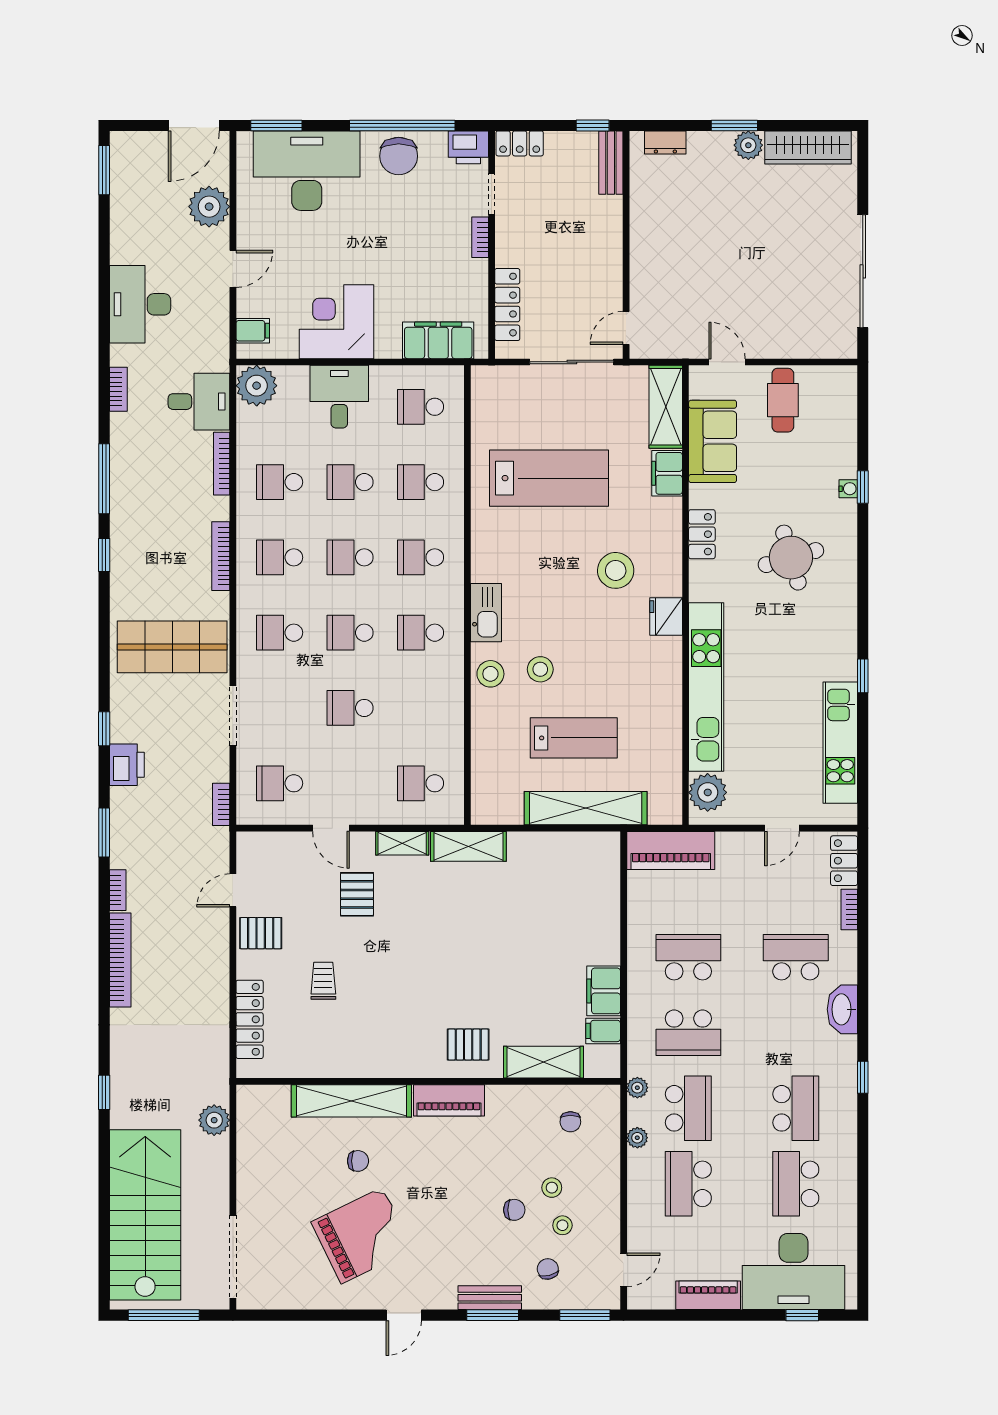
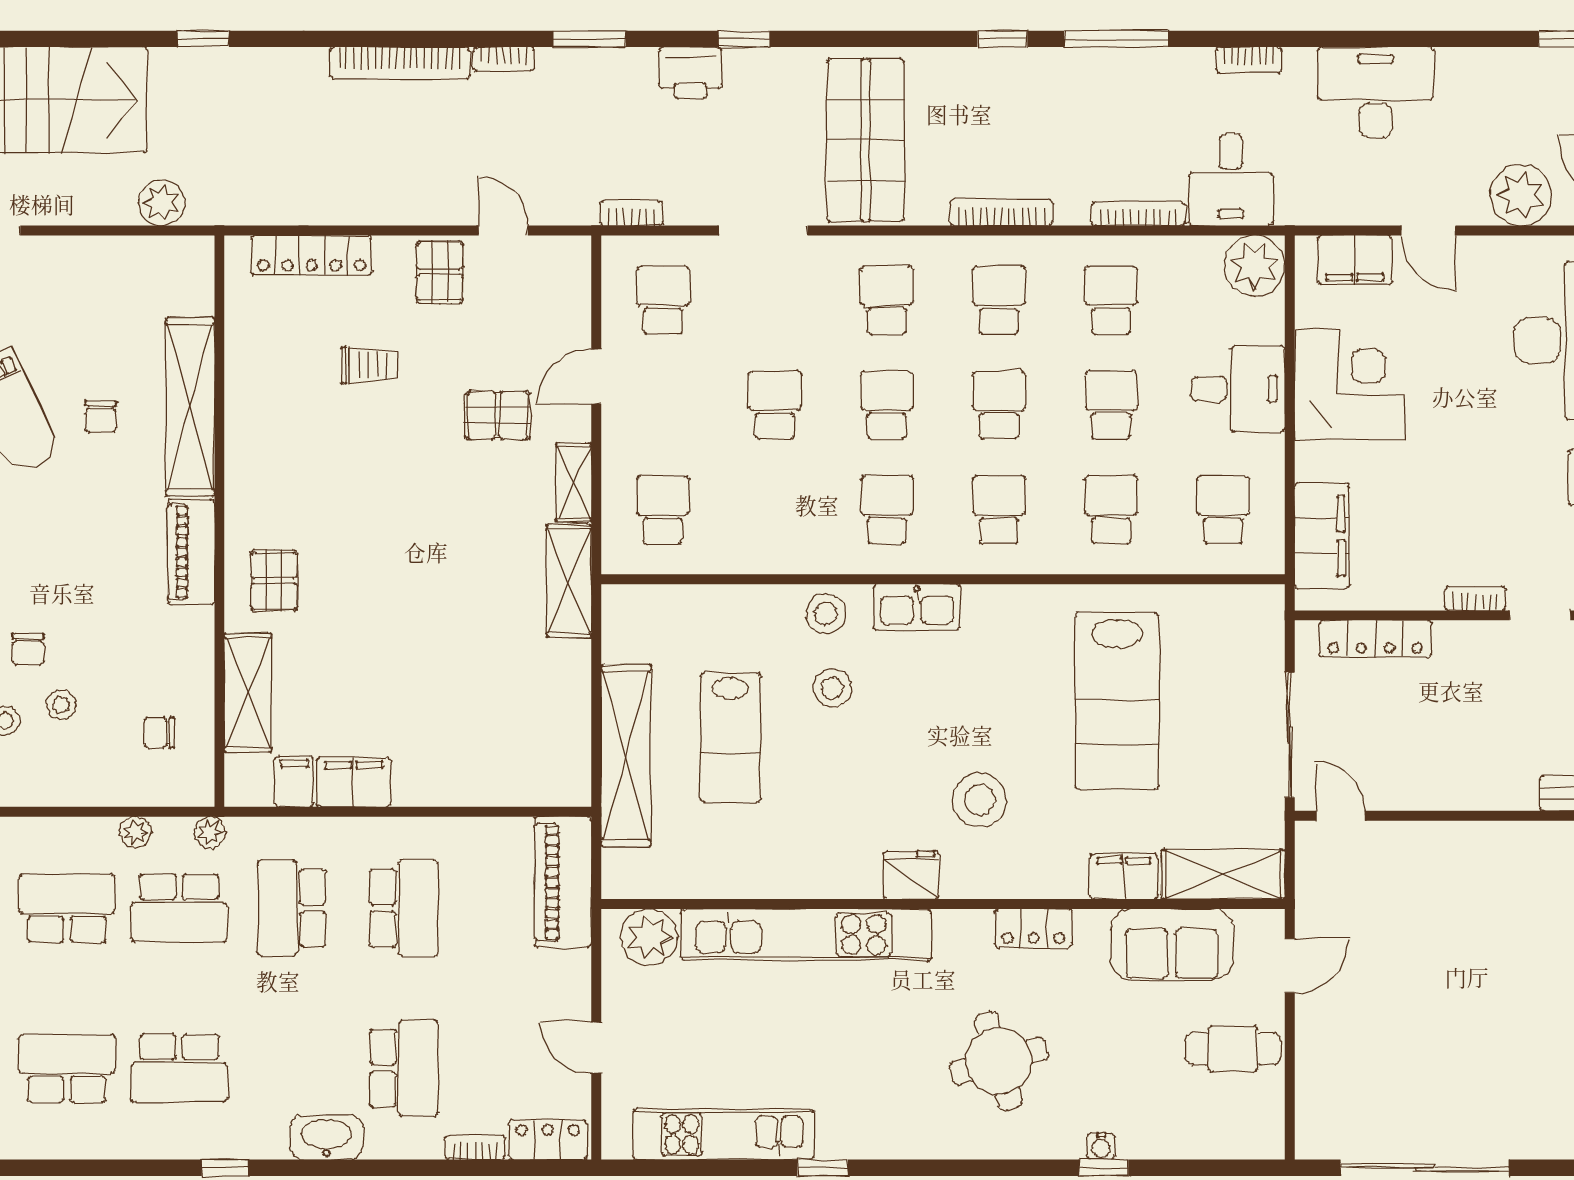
filing cabinet: (253, 331) -> (1355, 260), width x2.00

